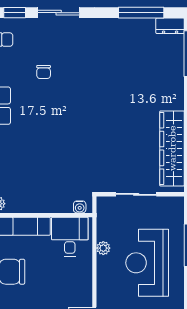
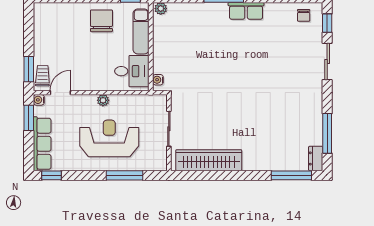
chair: (44, 72) -> (275, 48), removed
plant: (103, 248) -> (103, 100), moved

